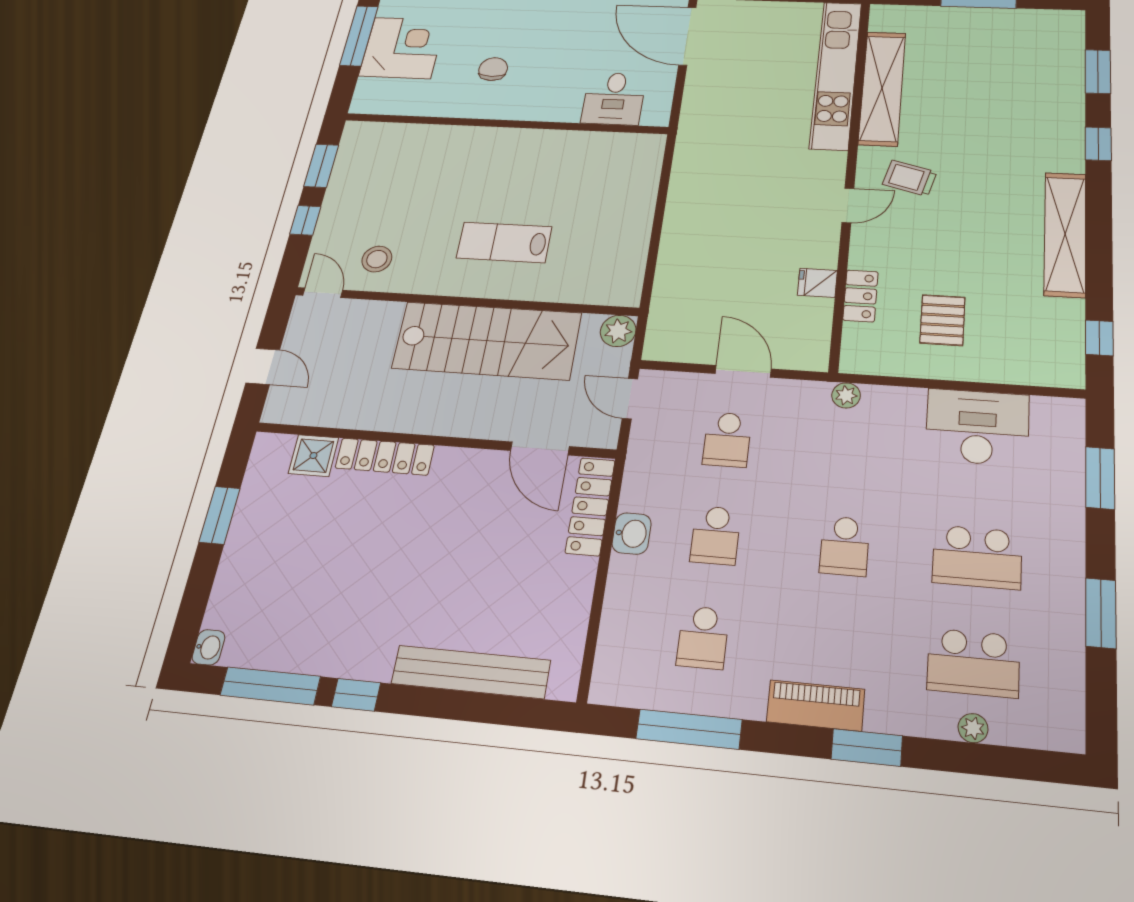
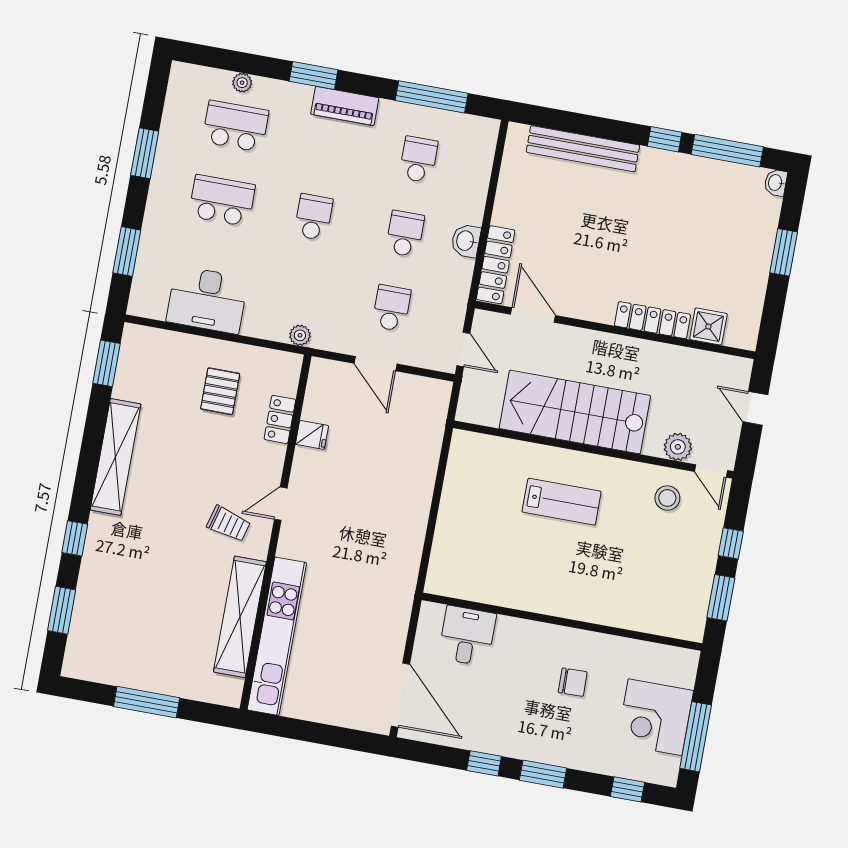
chair: (493, 69) -> (573, 682), turned -91
plant: (618, 331) -> (678, 447), moved
window: (1099, 338) -> (107, 363), width x1.50
window: (220, 515) -> (784, 252), moved

